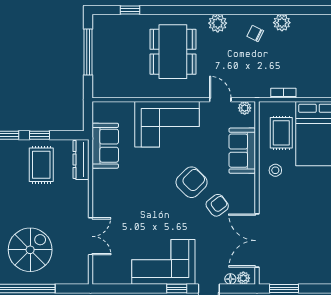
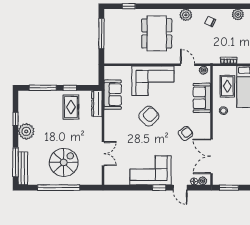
plant: (282, 23) -> (238, 14), moved
armchair: (192, 182) -> (149, 116), moved

